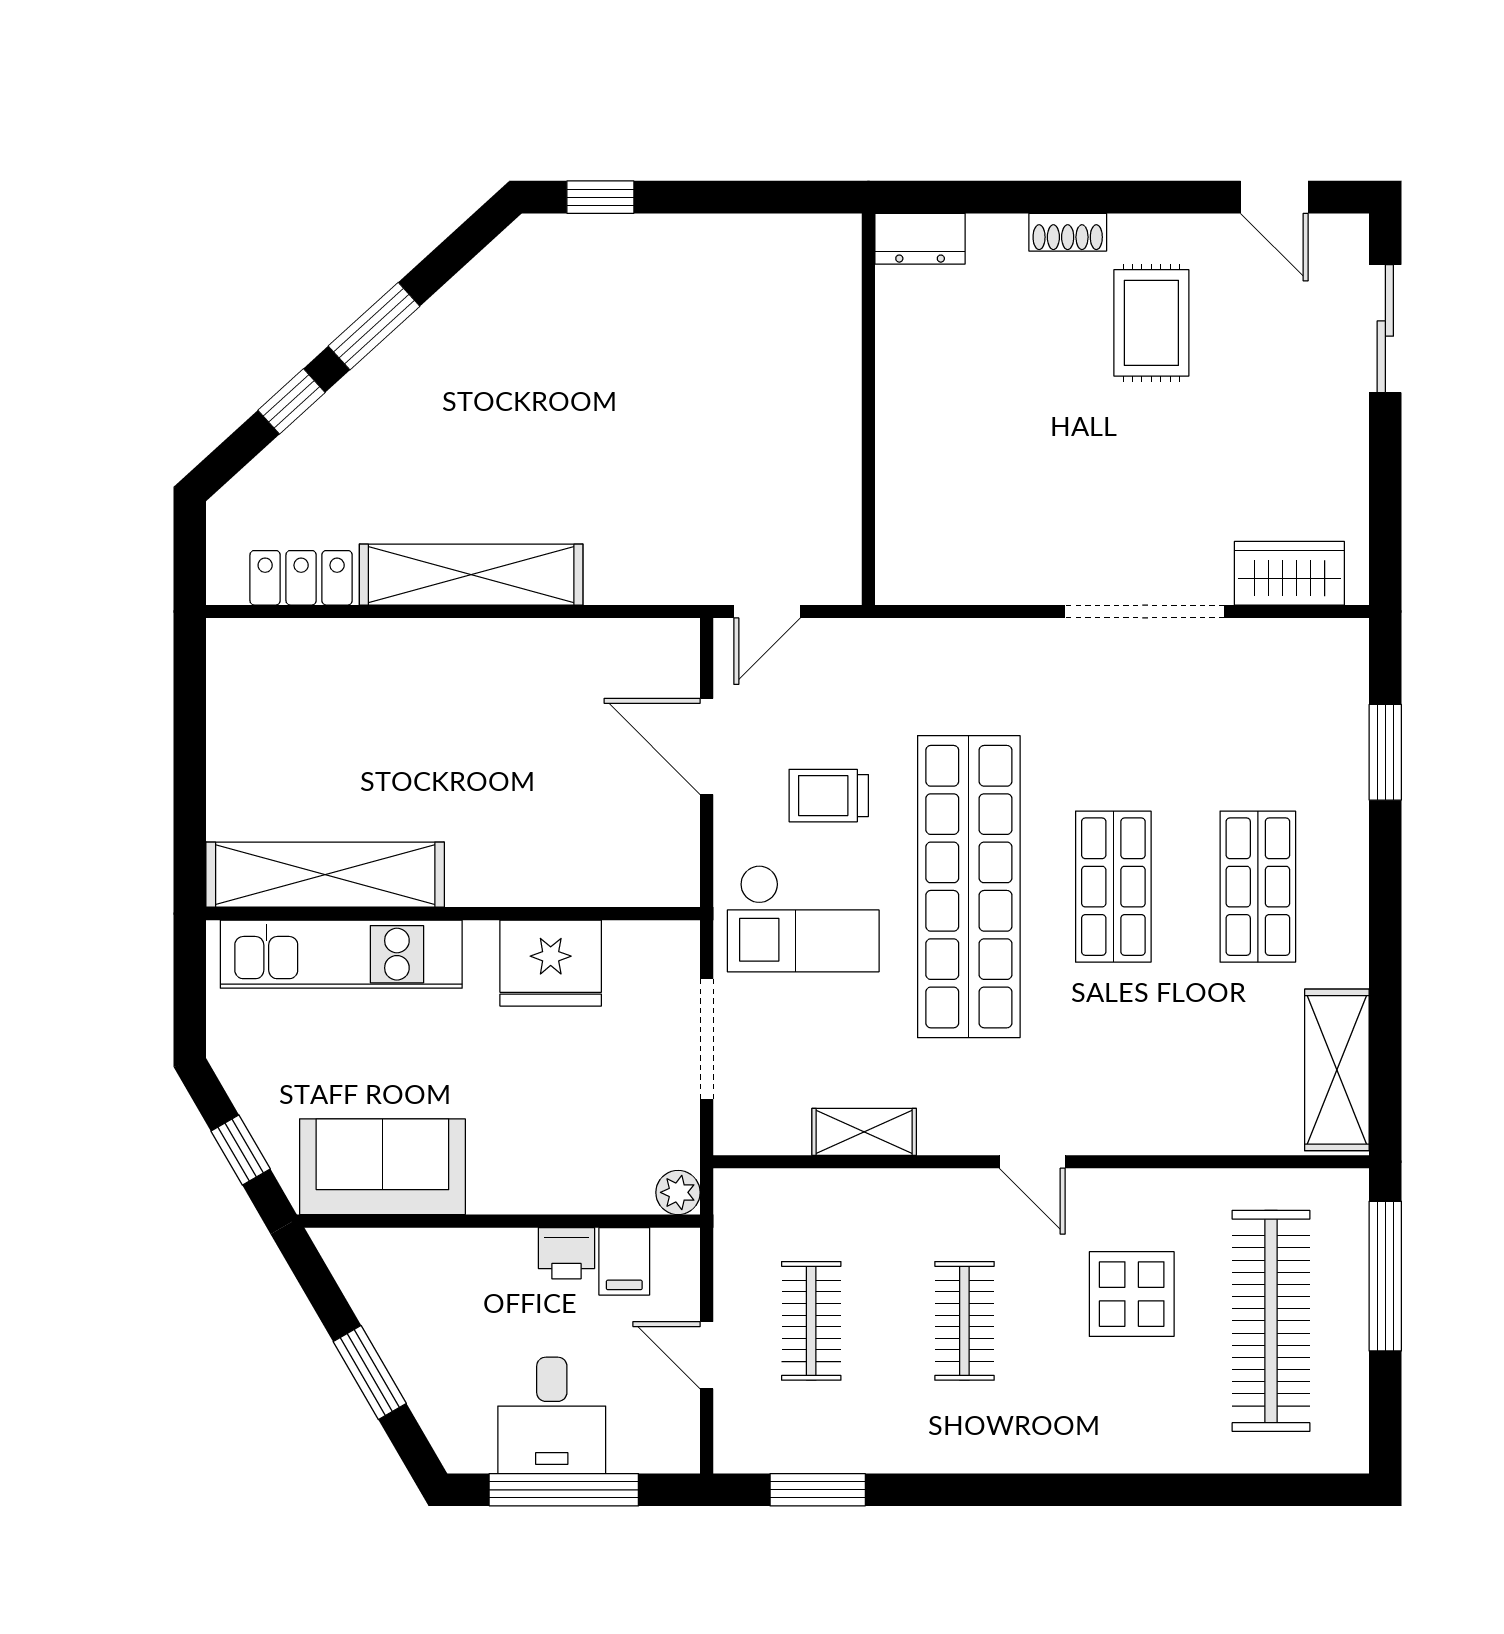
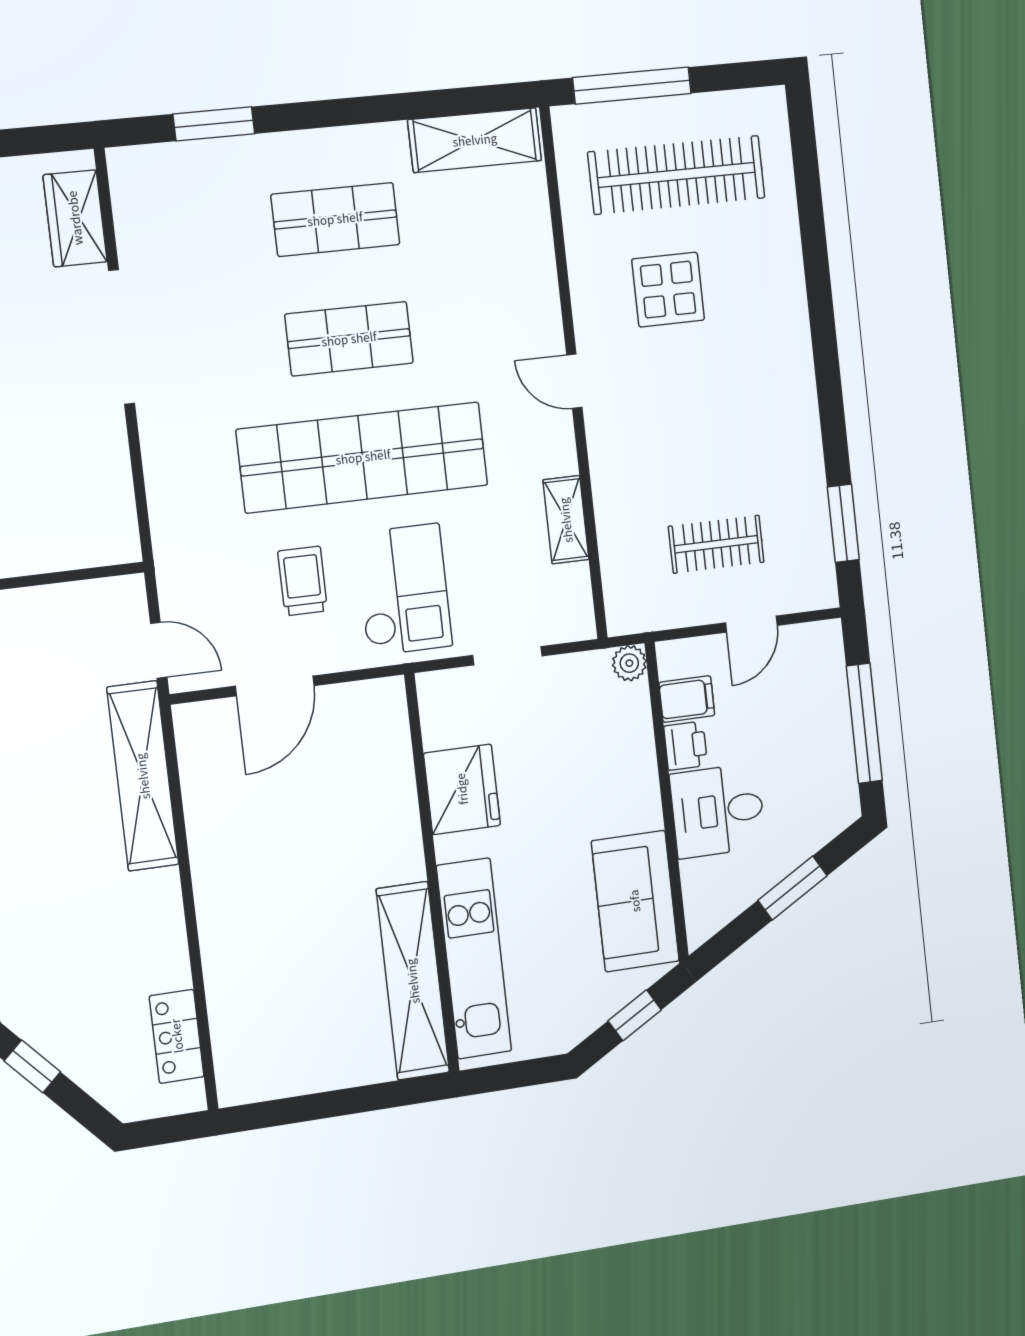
shelving: (471, 575) -> (143, 776), moved
trolley: (829, 796) -> (303, 581), turned 180
doorway: (707, 1039) -> (508, 656), width x0.73
door: (1032, 1162) -> (574, 381), swing flipped
clothes rail: (964, 1321) -> (703, 422), removed
desk: (552, 1415) -> (718, 811), moved, turned 180

